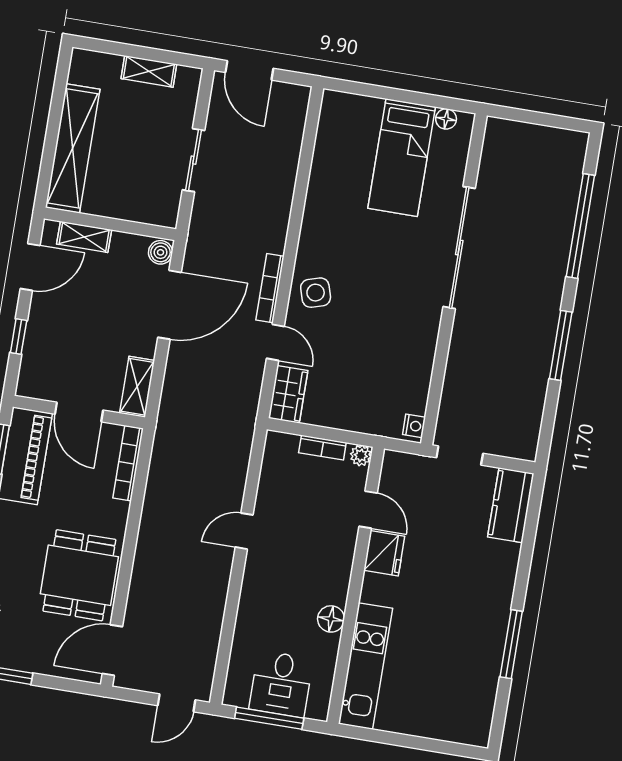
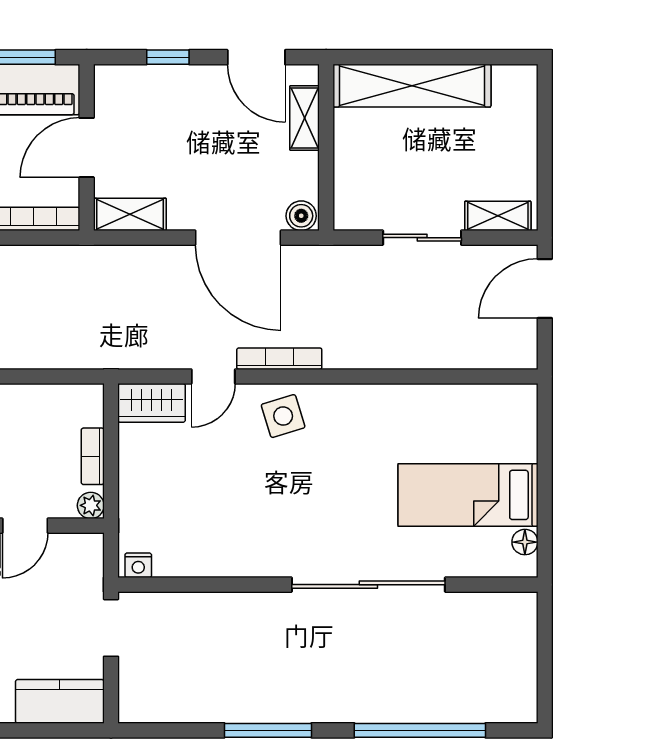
shelving: (149, 71) -> (498, 216), moved, turned 90

